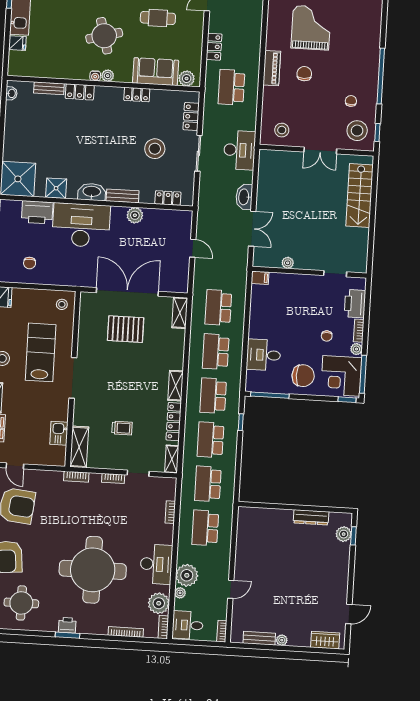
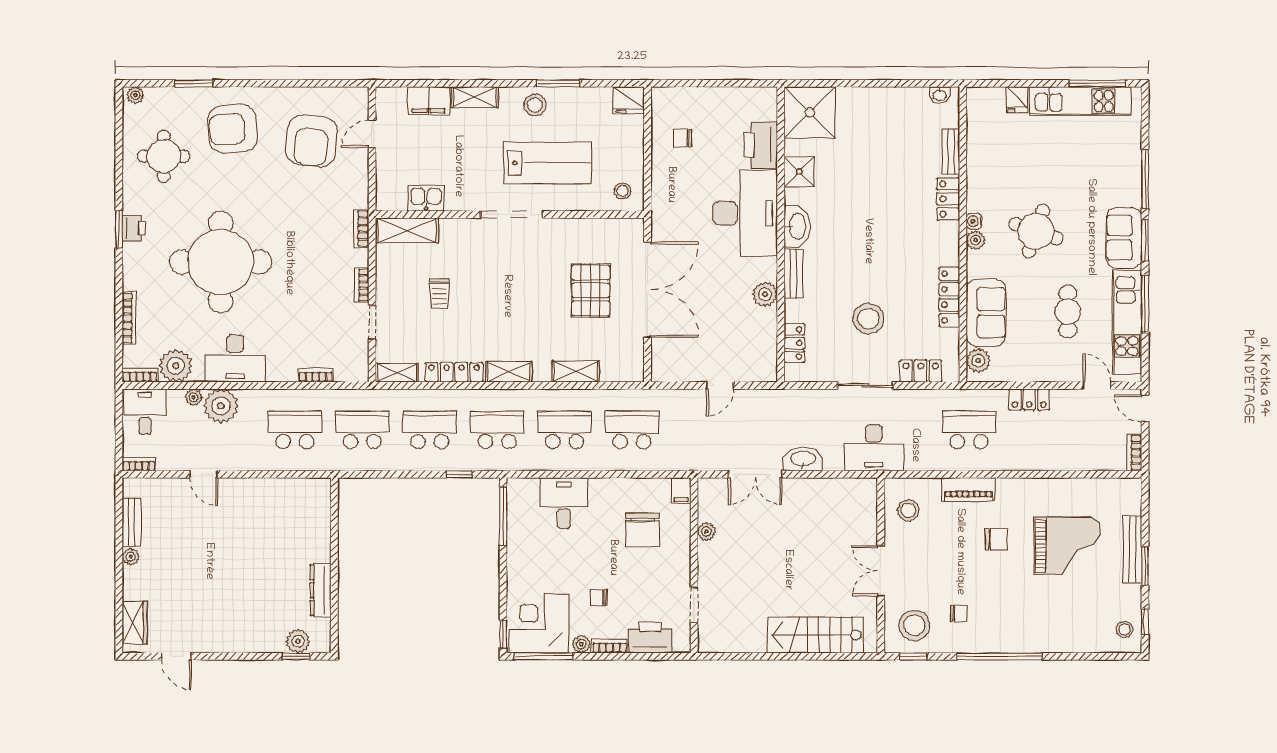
round table: (104, 36) -> (1036, 231), turned 34
piano: (272, 68) -> (968, 490), moved
locker: (137, 95) -> (949, 297), width x1.53
shelving: (180, 313) -> (576, 371), moved
chair: (303, 376) -> (643, 530), moved

